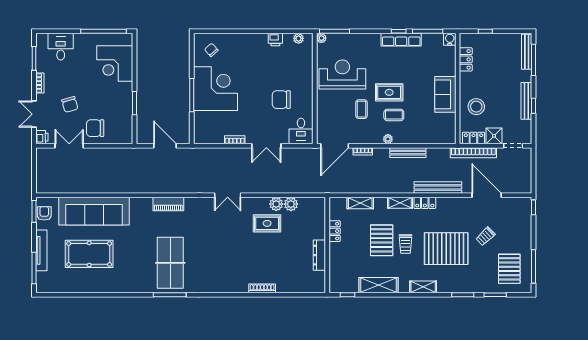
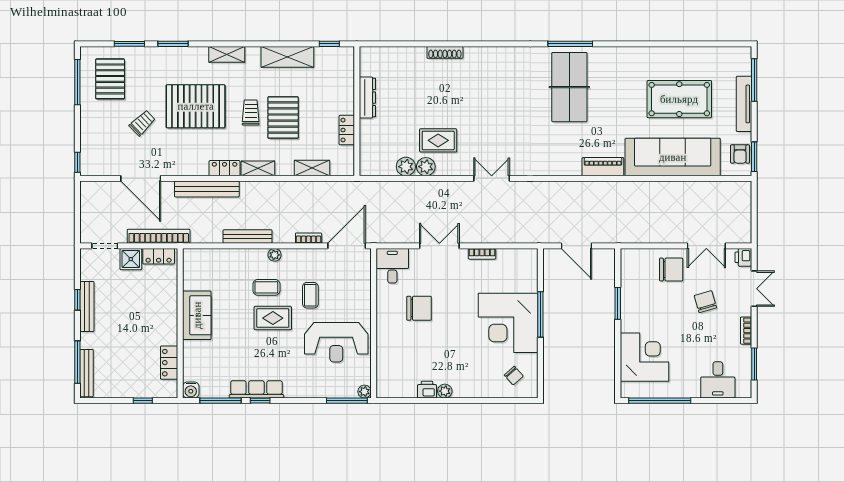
plant: (299, 38) -> (445, 391), moved
stool: (476, 107) -> (155, 299), removed
piano: (168, 204) -> (603, 167), moved

